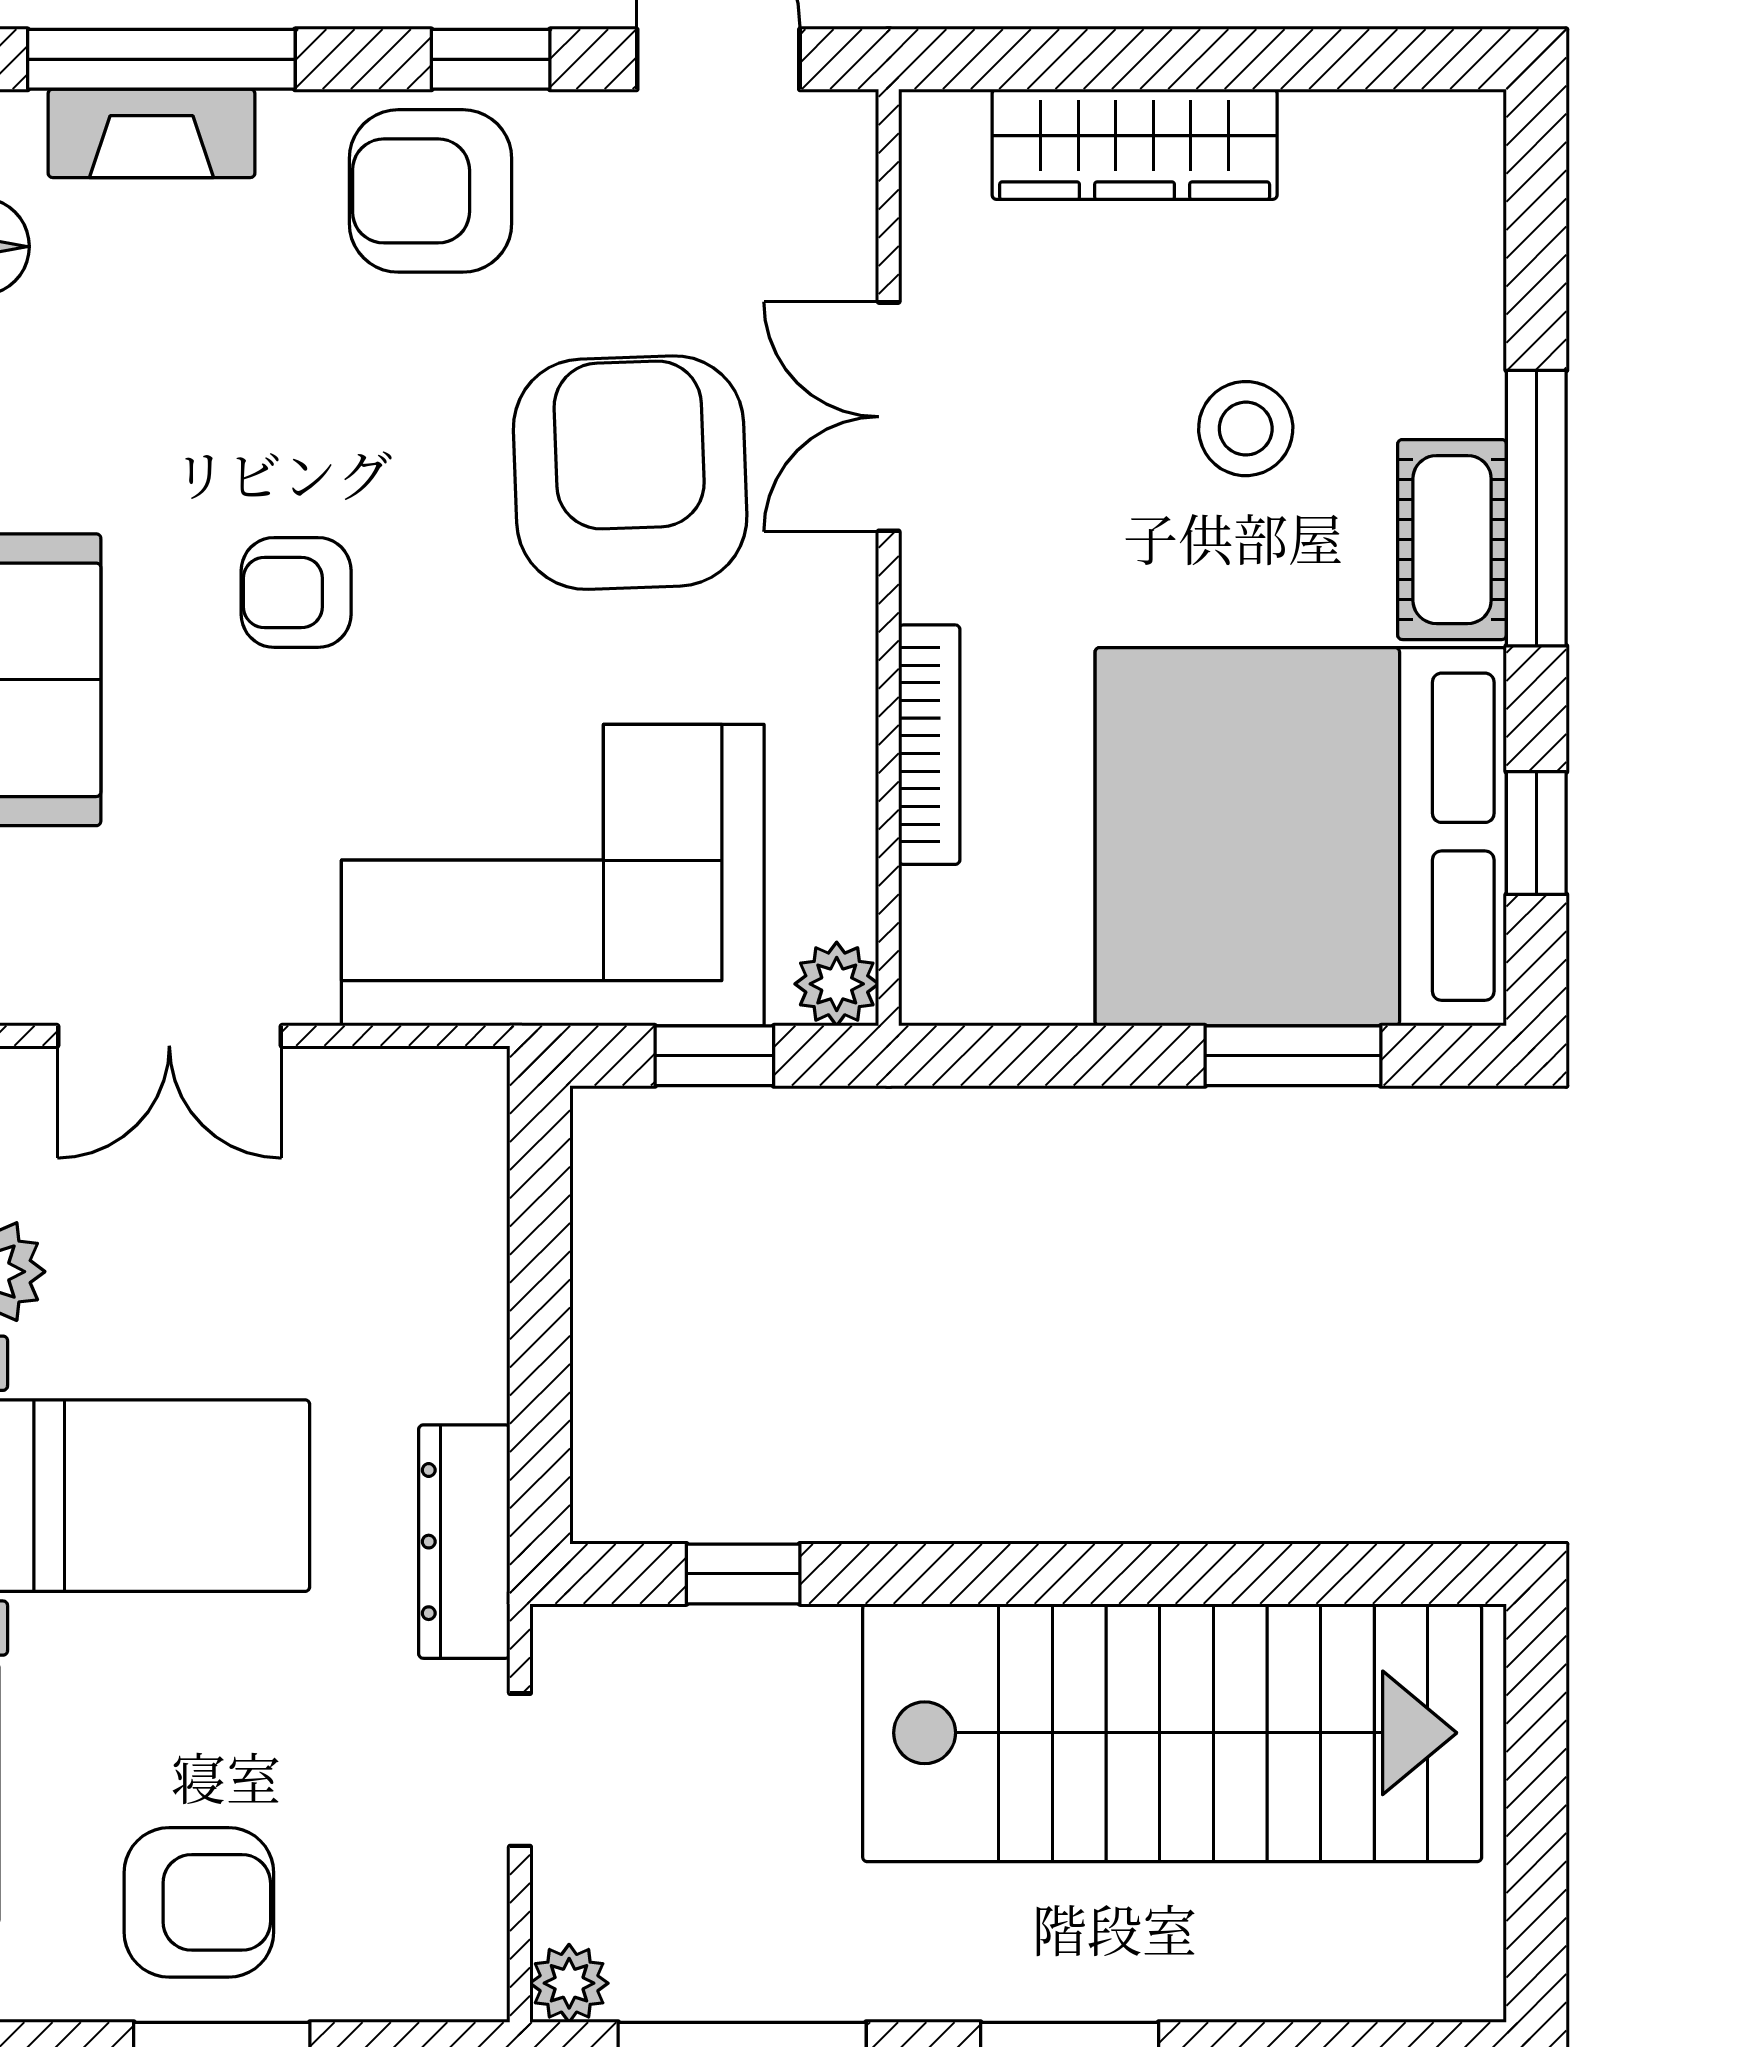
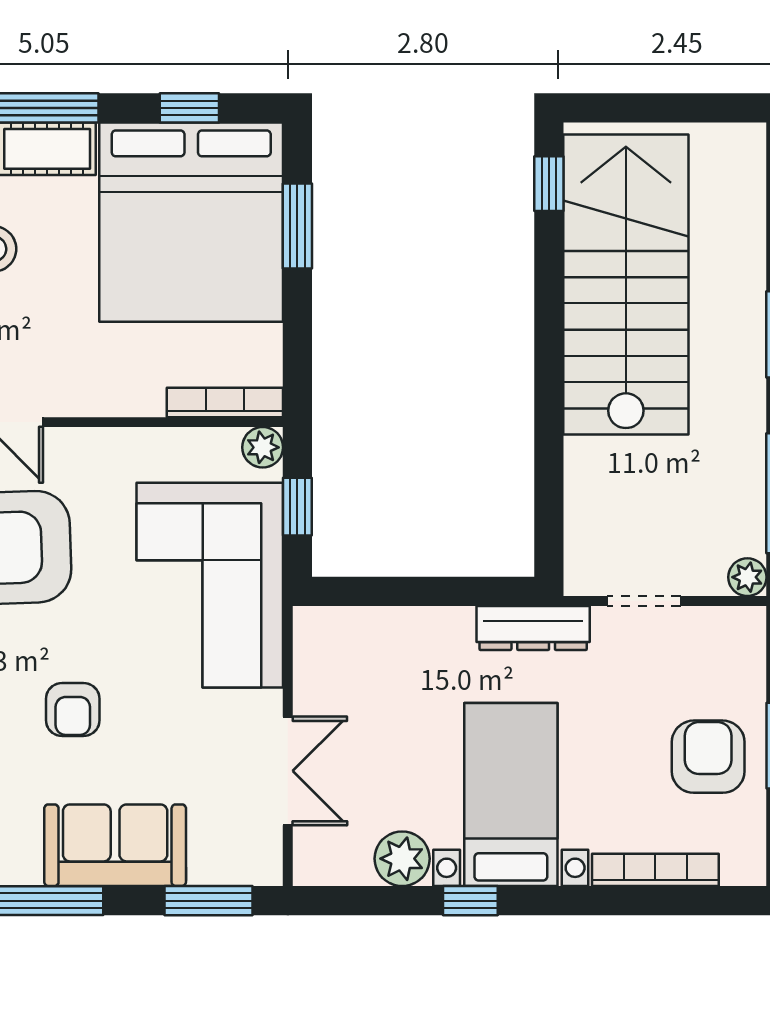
bookcase: (929, 745) -> (225, 402), moved
window: (743, 1574) -> (549, 184), moved

